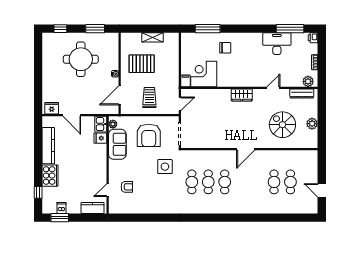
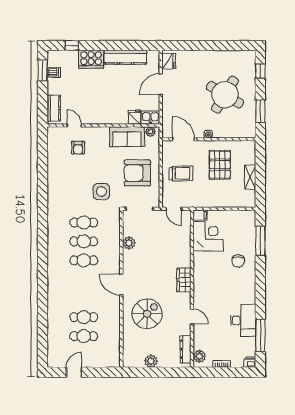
round table: (81, 59) -> (225, 95), turned 31
spiral stairs: (282, 125) -> (147, 314), moved
plant: (210, 143) -> (129, 243), added

